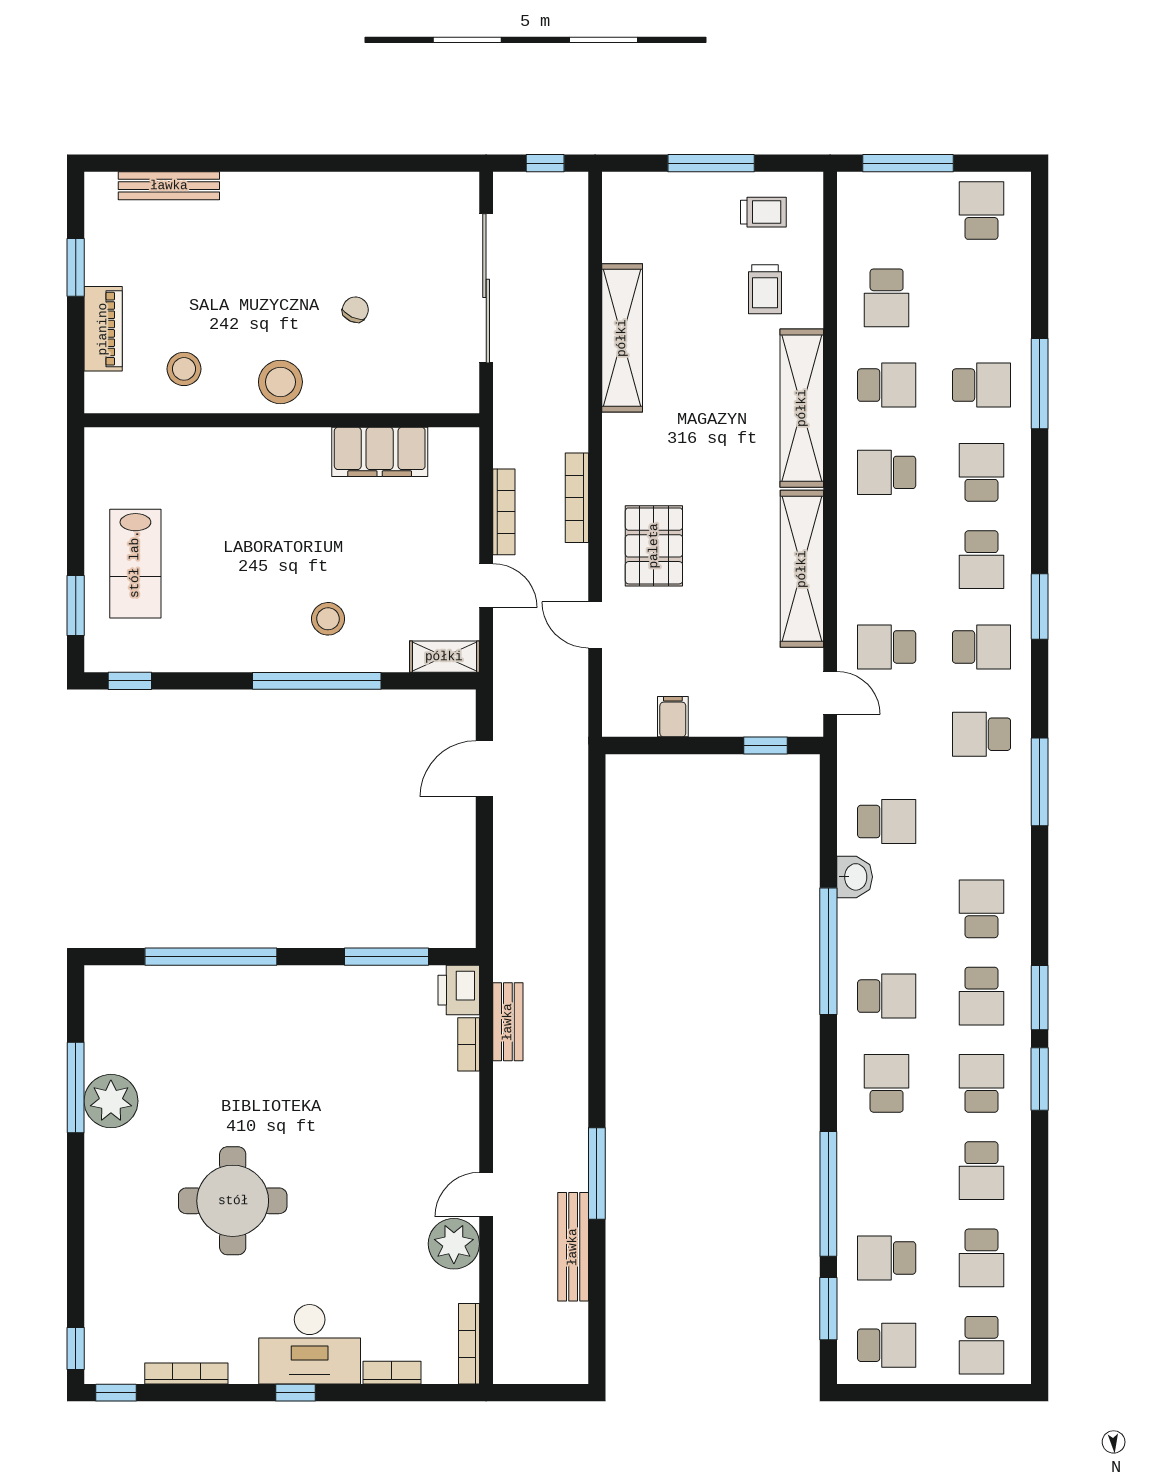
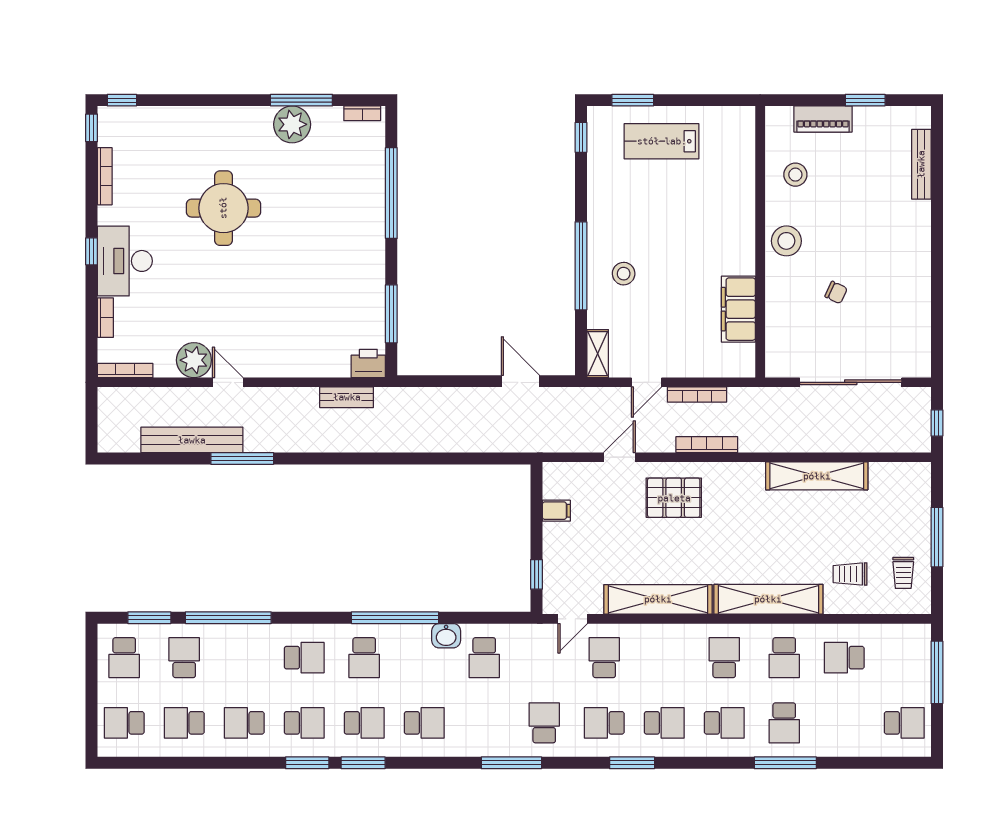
school desk: (981, 560) -> (664, 723), turned 180
school desk: (981, 647) -> (604, 723), turned 90
school desk: (981, 996) -> (364, 723), turned 180
bookcase: (469, 1044) -> (362, 113), moved, turned 180
bench: (573, 1247) -> (192, 440), width x1.37, depth x1.21

